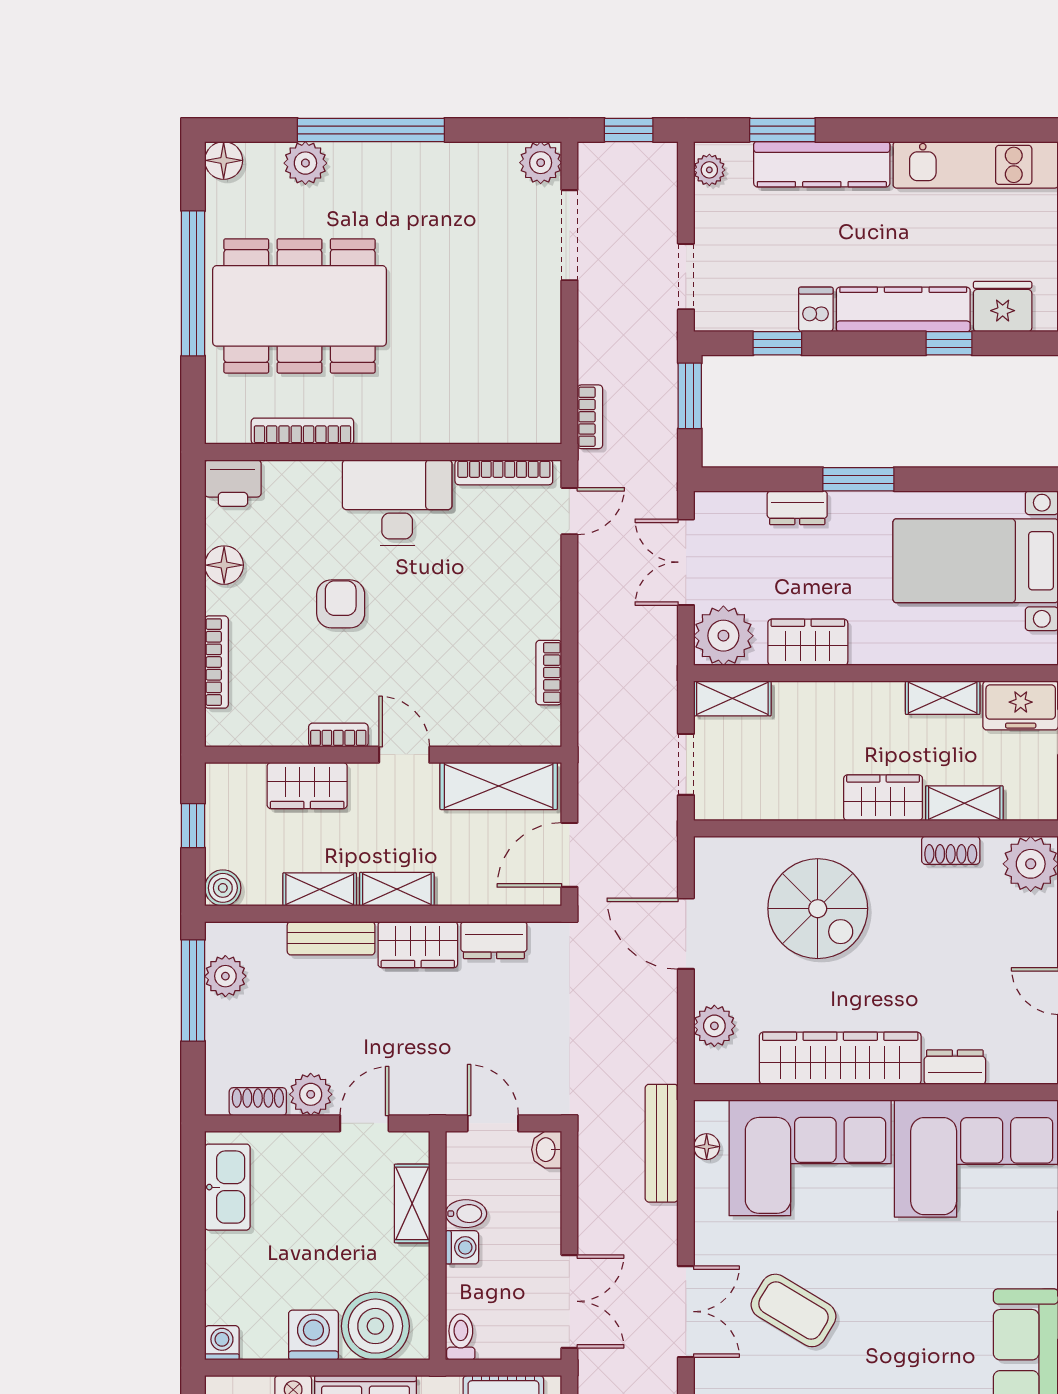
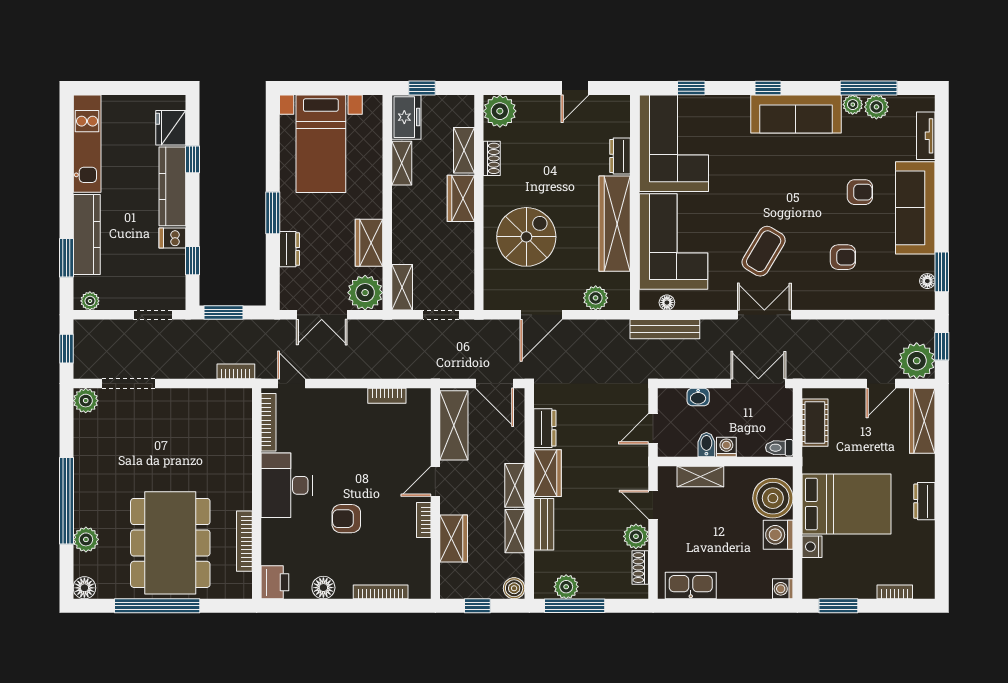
washbasin: (547, 1150) -> (698, 397), moved

